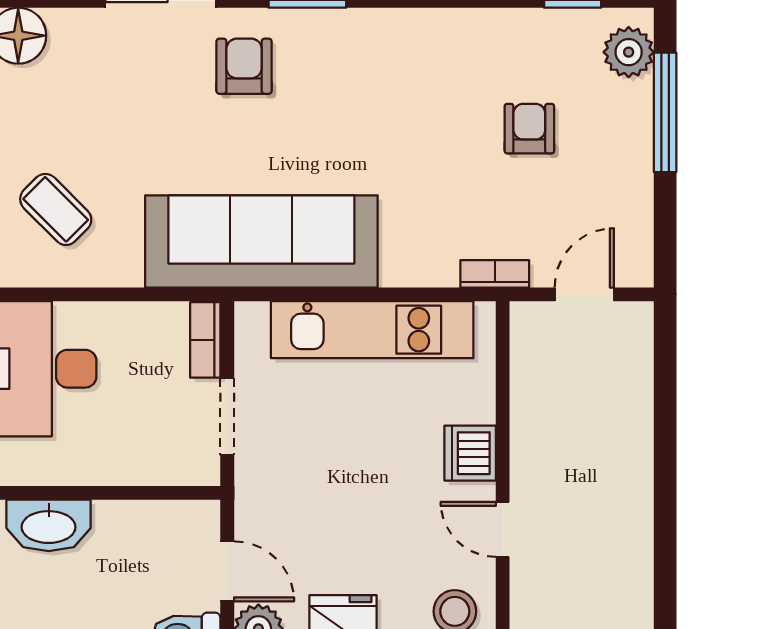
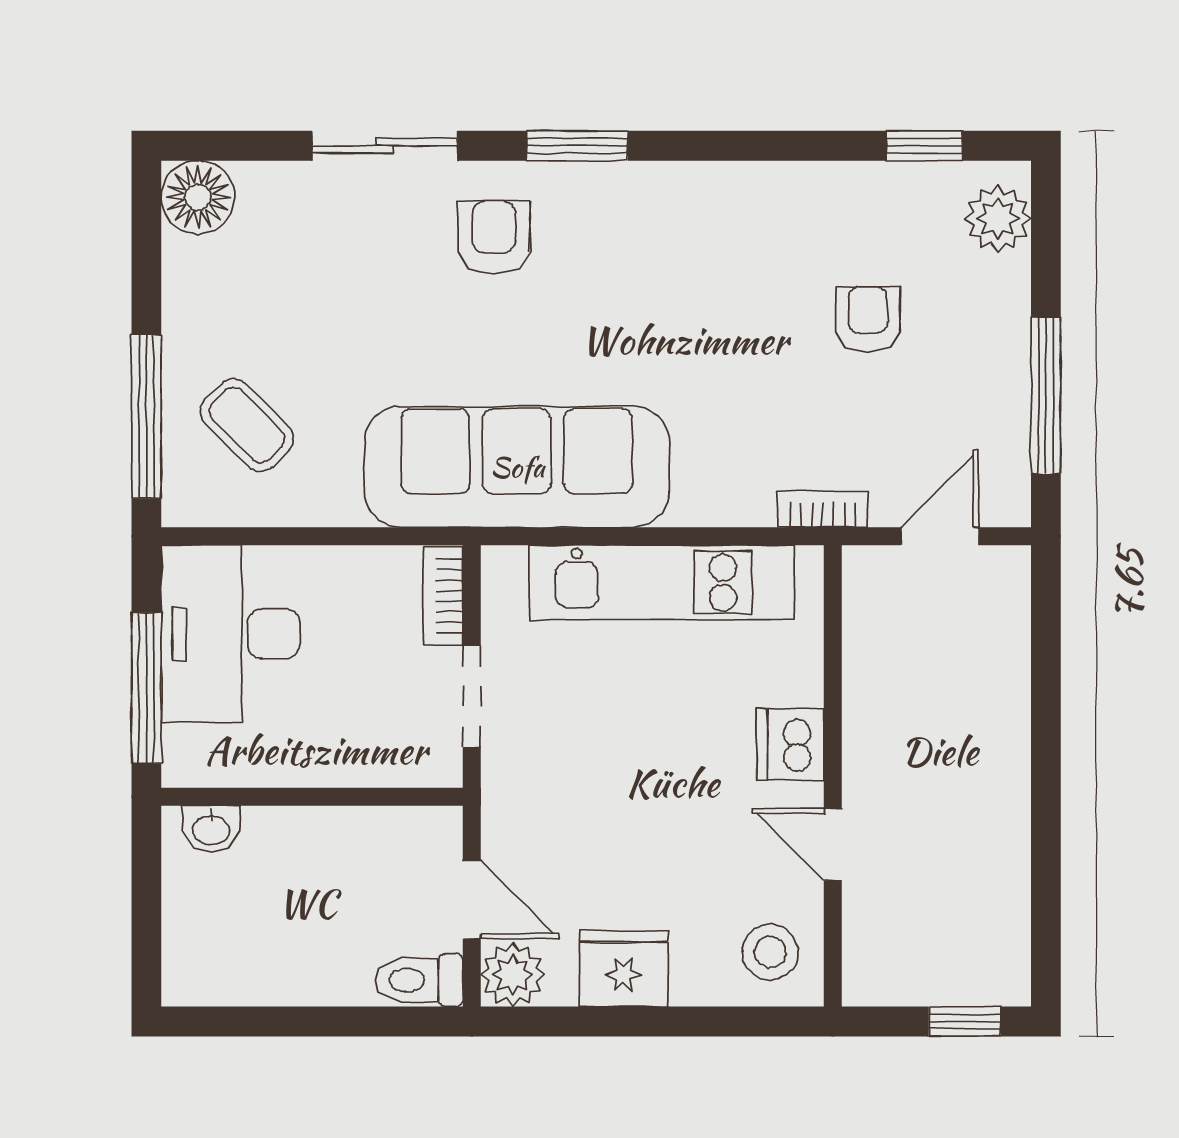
window: (665, 112) -> (1046, 396), moved
washbasin: (49, 525) -> (211, 829), width x0.52, depth x0.69

